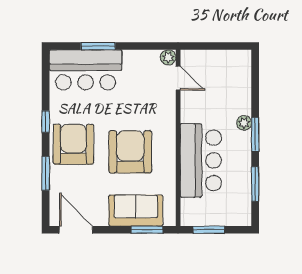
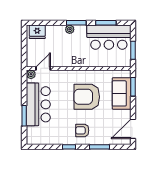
fridge: (240, 68) -> (37, 32), added
bar counter: (86, 70) -> (38, 104), moved
armchair: (73, 144) -> (82, 130), width x0.53, depth x0.53
bar counter: (201, 160) -> (109, 37), moved, turned 180

